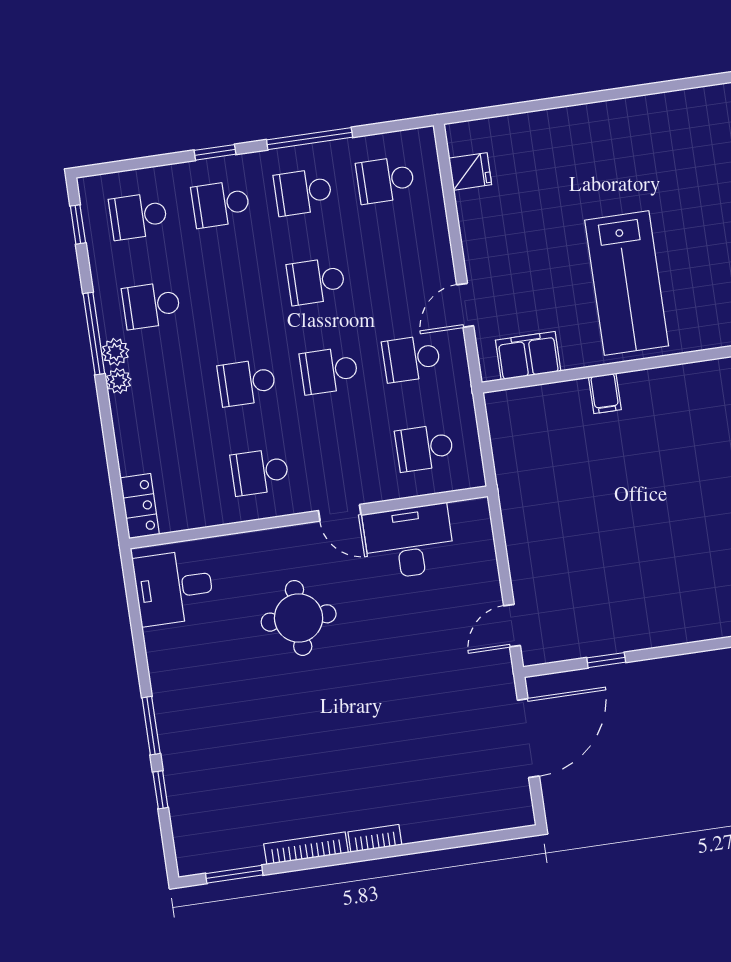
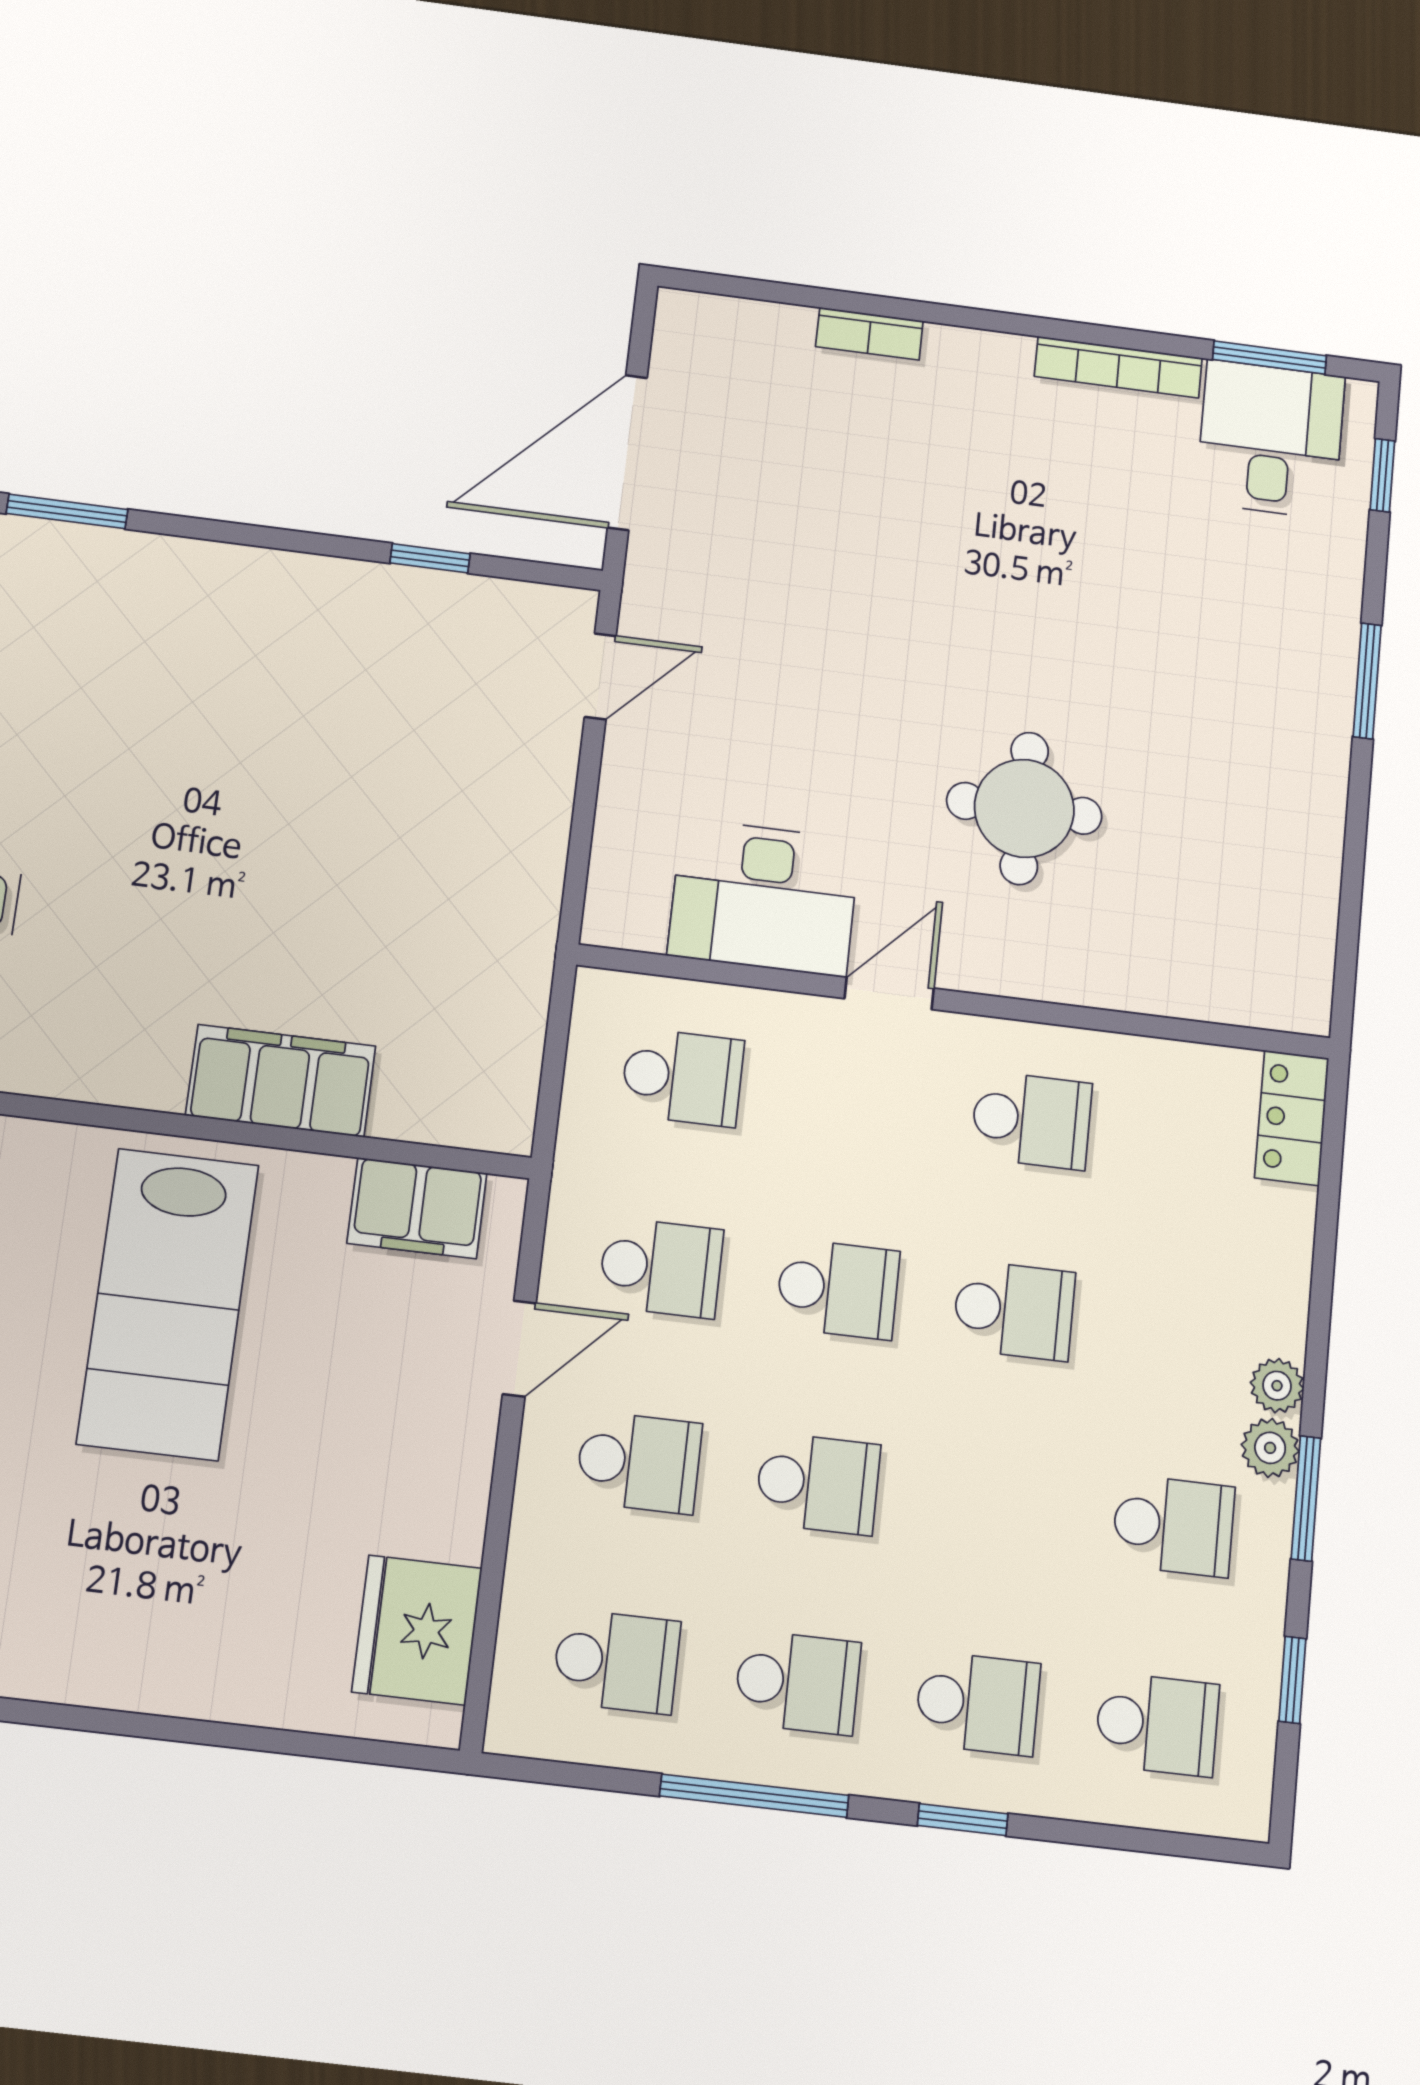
fridge: (470, 171) -> (417, 1630), width x1.88, depth x1.34
window: (78, 224) -> (1292, 1680), moved
school desk: (398, 269) -> (639, 1462), added
lab bench: (627, 283) -> (168, 1304), turned 180
window: (94, 334) -> (1306, 1498), width x0.69
filing cabinet: (605, 393) -> (281, 1081), width x3.00, depth x1.17
door: (340, 513) -> (889, 993), hinge flipped
desk: (174, 588) -> (1270, 439), moved, turned -90
window: (160, 790) -> (1382, 475), moved
bookcase: (375, 838) -> (869, 334), moved

